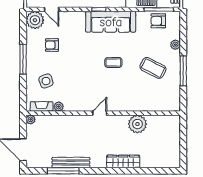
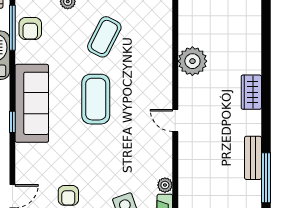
coffee table: (113, 63) -> (96, 99), width x1.86, depth x1.72
wardrobe: (123, 161) -> (251, 92), width x0.67
bench: (71, 163) -> (253, 158), width x0.73

